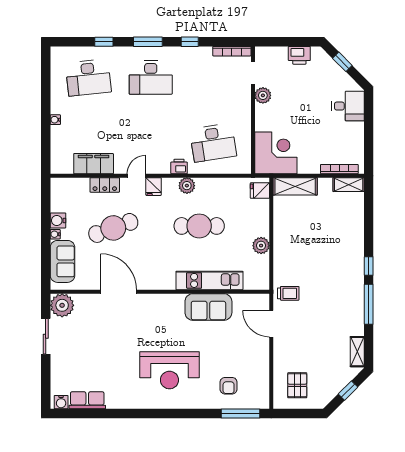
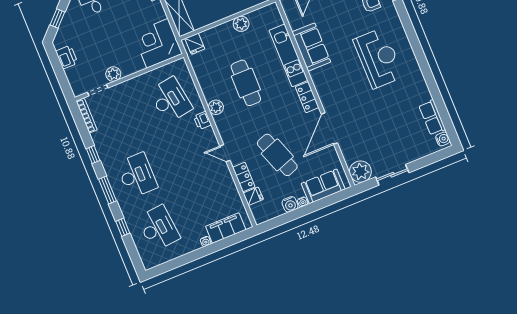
filing cabinet: (94, 164) -> (226, 228), moved, turned 90
fridge: (154, 187) -> (253, 196), moved
locker: (159, 282) -> (307, 97), added

